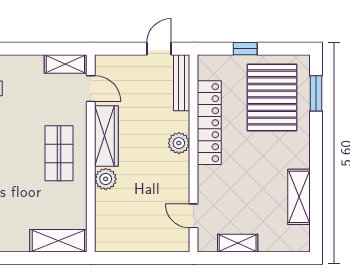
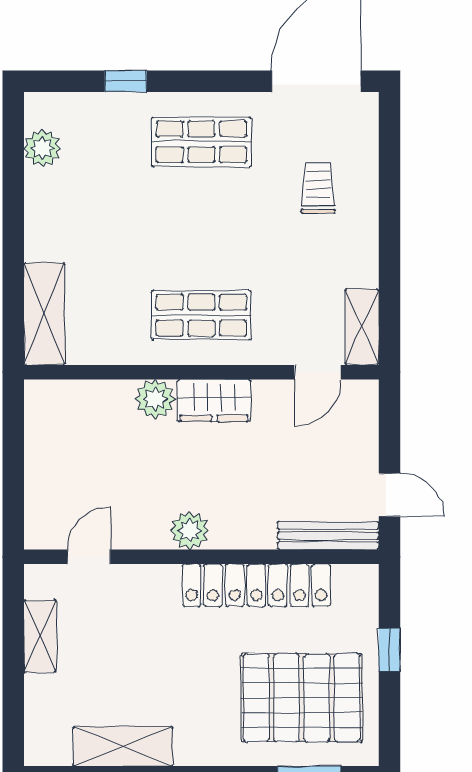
wardrobe: (106, 136) -> (214, 400), width x0.67
plant: (179, 143) -> (190, 530), moved

